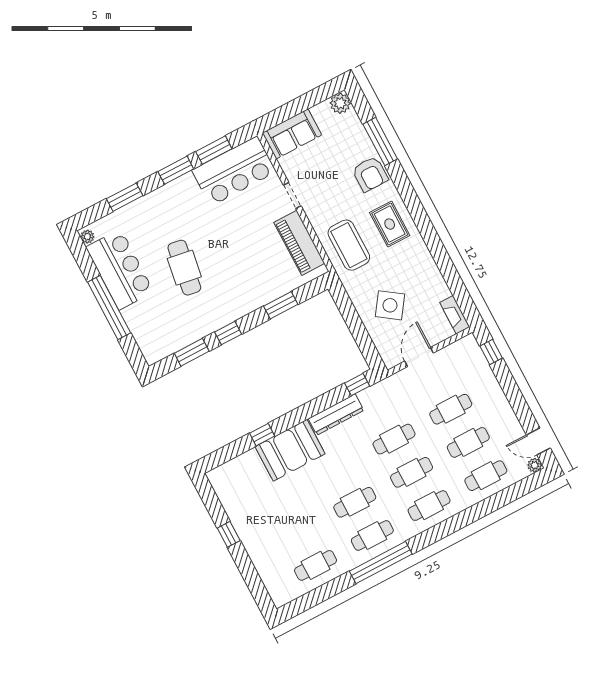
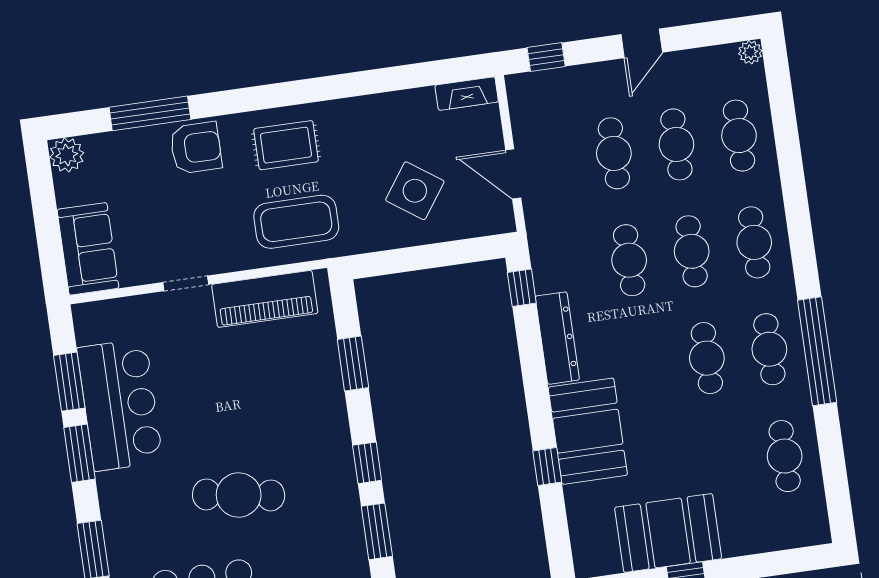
bar counter: (234, 171) -> (120, 405), moved
door: (538, 441) -> (642, 43), moved
booth: (249, 516) -> (668, 533), added

